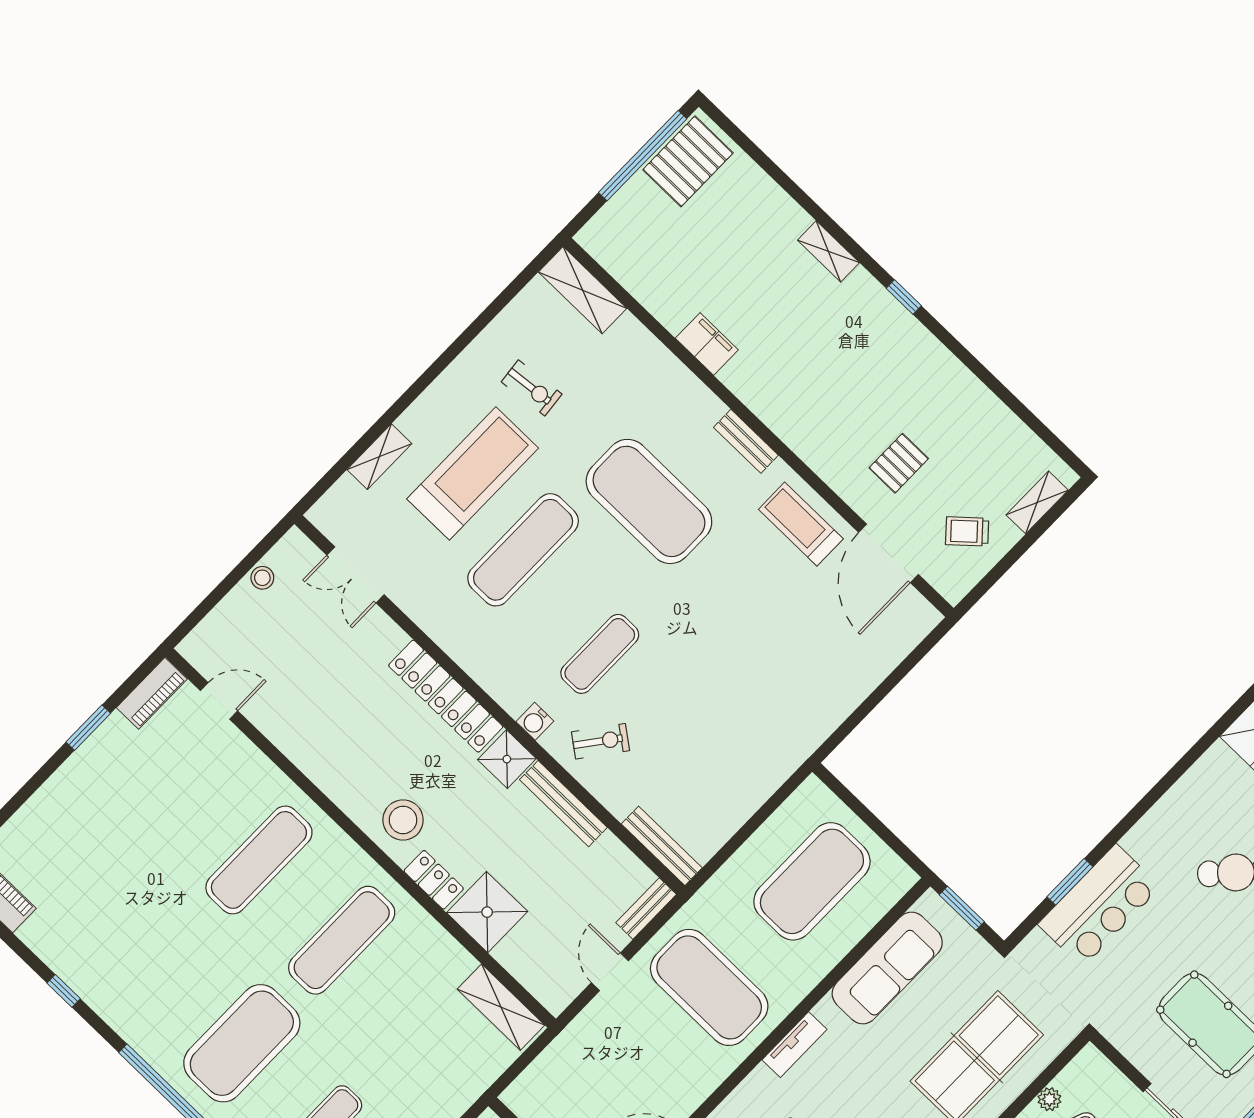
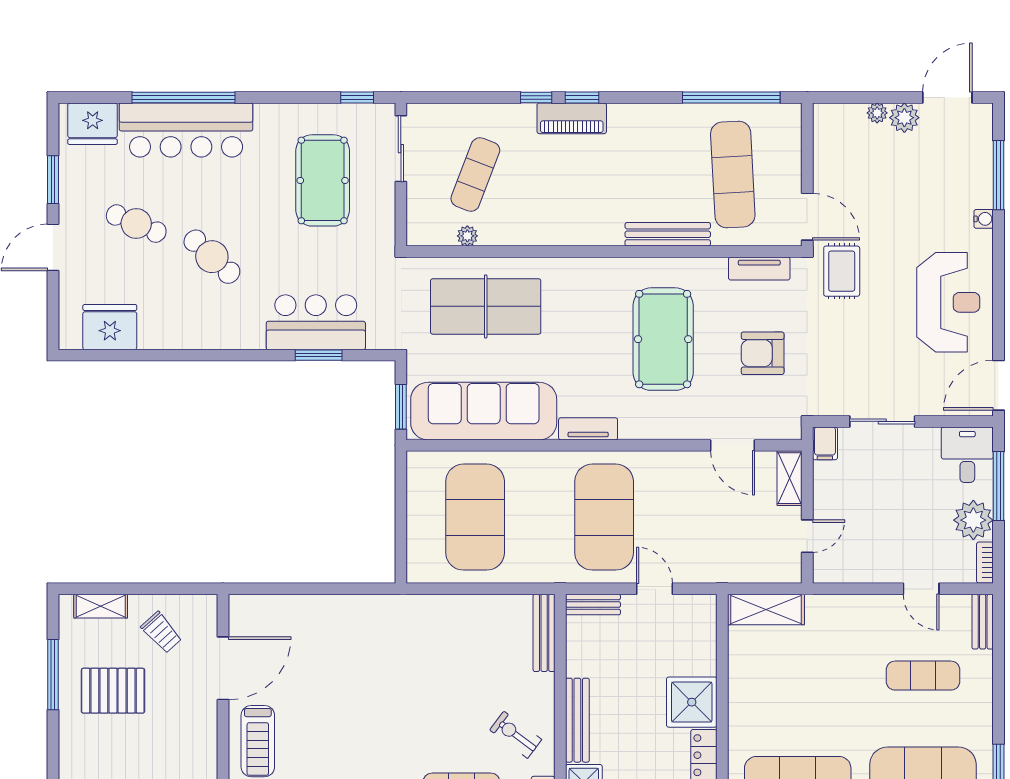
window: (1019, 409) -> (53, 675), added
pallet: (899, 463) -> (113, 691), moved, width x1.50, depth x1.42
exercise mat: (812, 881) -> (475, 517), turned 90
sofa: (887, 968) -> (484, 411), width x1.36, depth x1.27
door: (610, 972) -> (655, 589), swing flipped
shelving: (501, 1007) -> (766, 609), moved, turned 90

